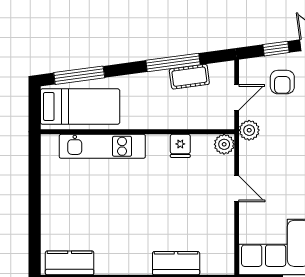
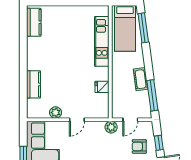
window: (173, 63) -> (152, 95), moved
cot: (189, 77) -> (141, 79), moved
door: (237, 97) -> (130, 120), hinge flipped
plant: (224, 144) -> (56, 113), moved

